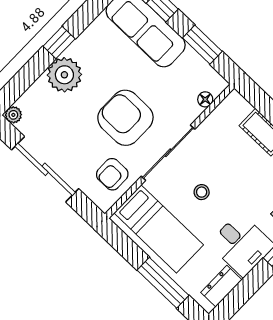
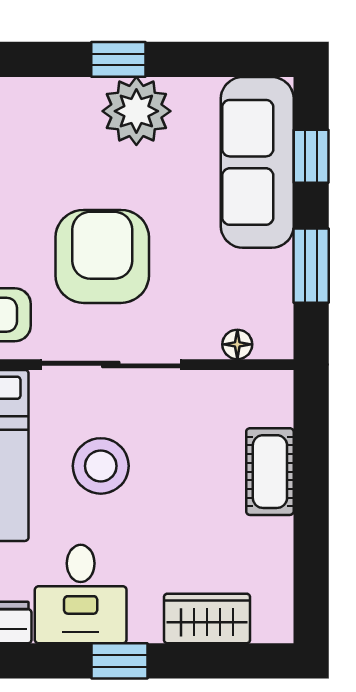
plant: (64, 75) -> (136, 111), moved
stool: (202, 192) -> (101, 466), width x1.89, depth x1.89

